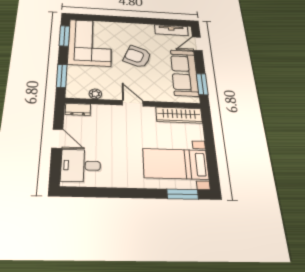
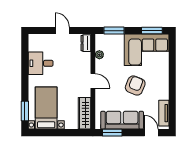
door: (133, 103) -> (93, 81), hinge flipped
door: (57, 139) -> (62, 31), swing flipped
desk: (81, 165) -> (41, 63), moved, turned -90

